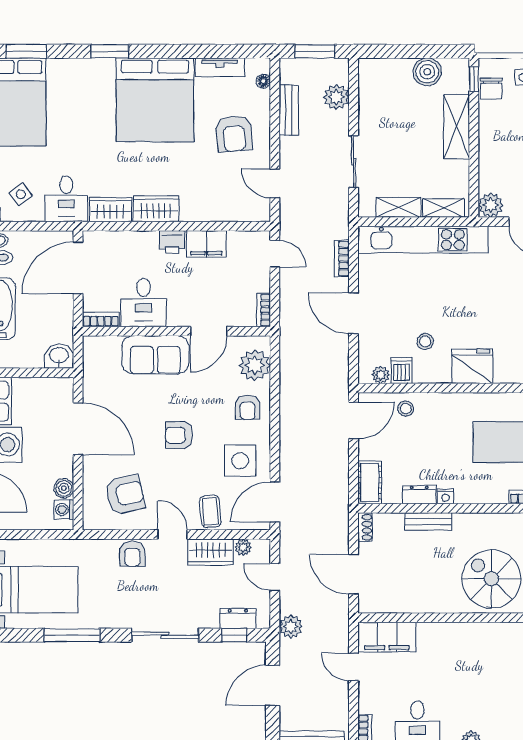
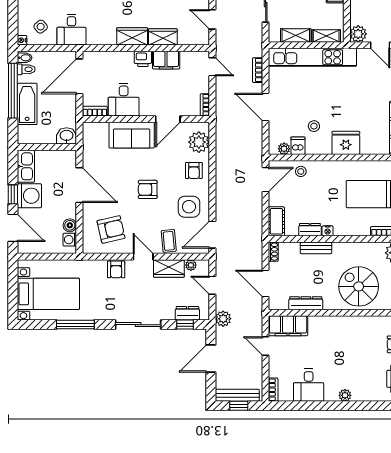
wardrobe: (111, 210) -> (163, 37), moved
dresser: (413, 604) -> (306, 303), added

